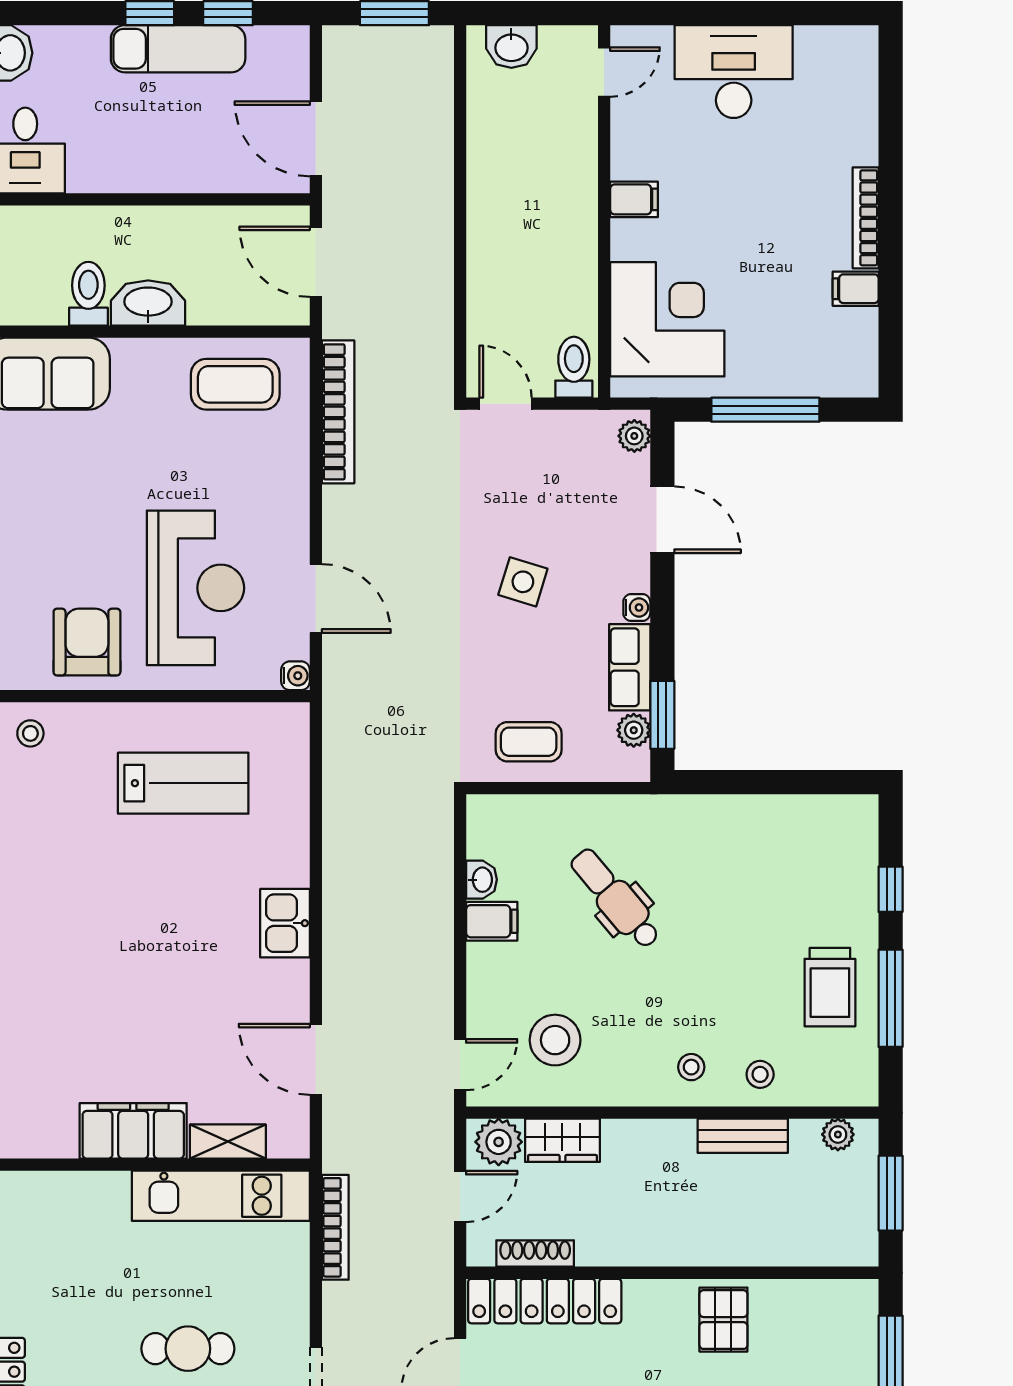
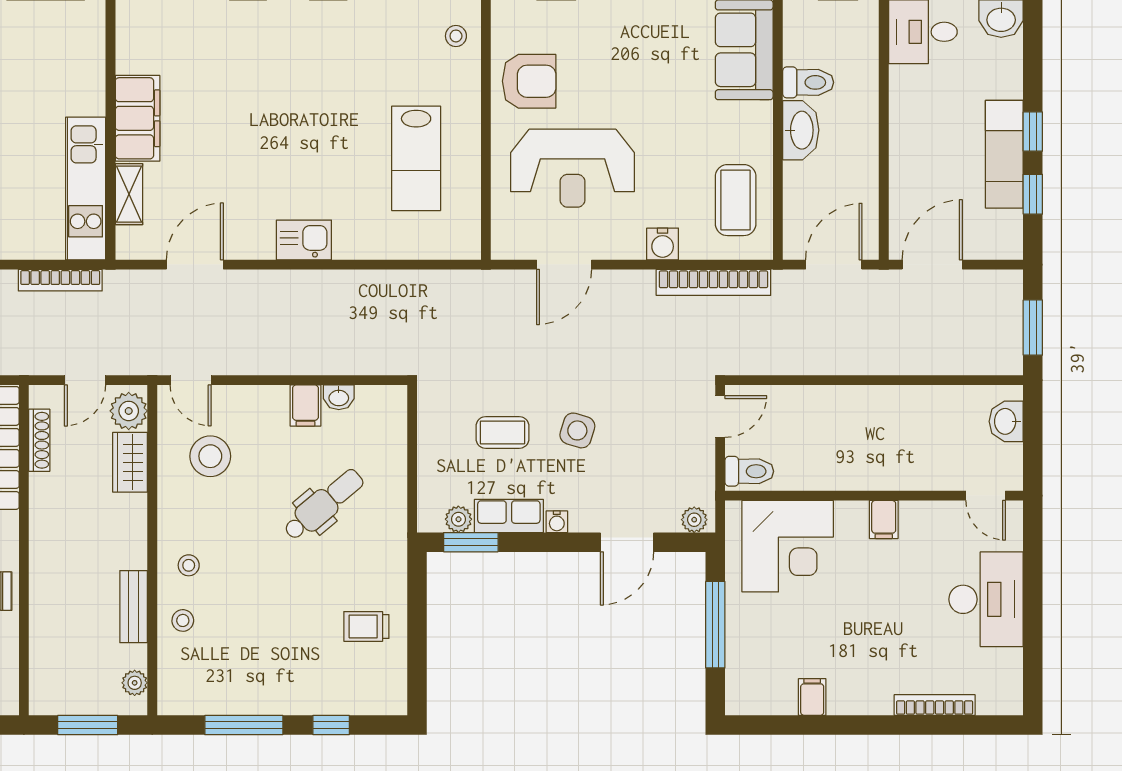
bookcase: (866, 218) -> (935, 705), moved
water cooler: (296, 676) -> (663, 244), moved, width x1.38, depth x1.38
coffee table: (529, 742) -> (502, 432), moved, turned 90
trolley: (830, 987) -> (366, 626), moved, width x0.73, depth x0.72
door: (460, 1196) -> (85, 380), hinge flipped

